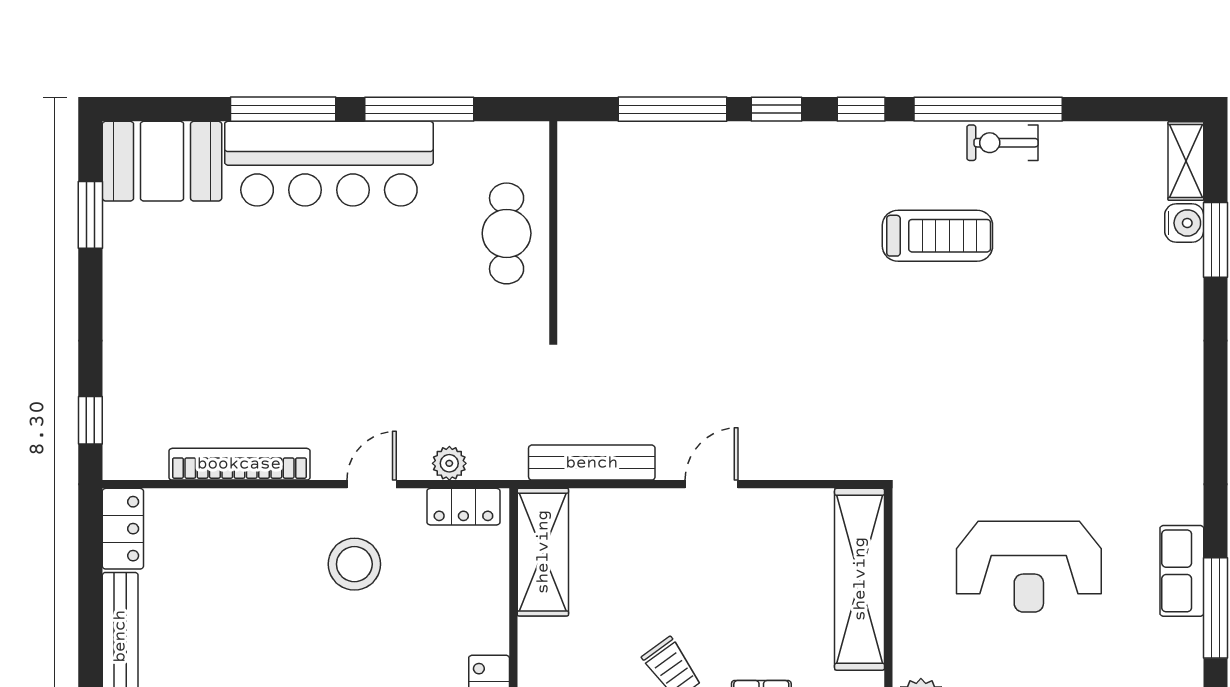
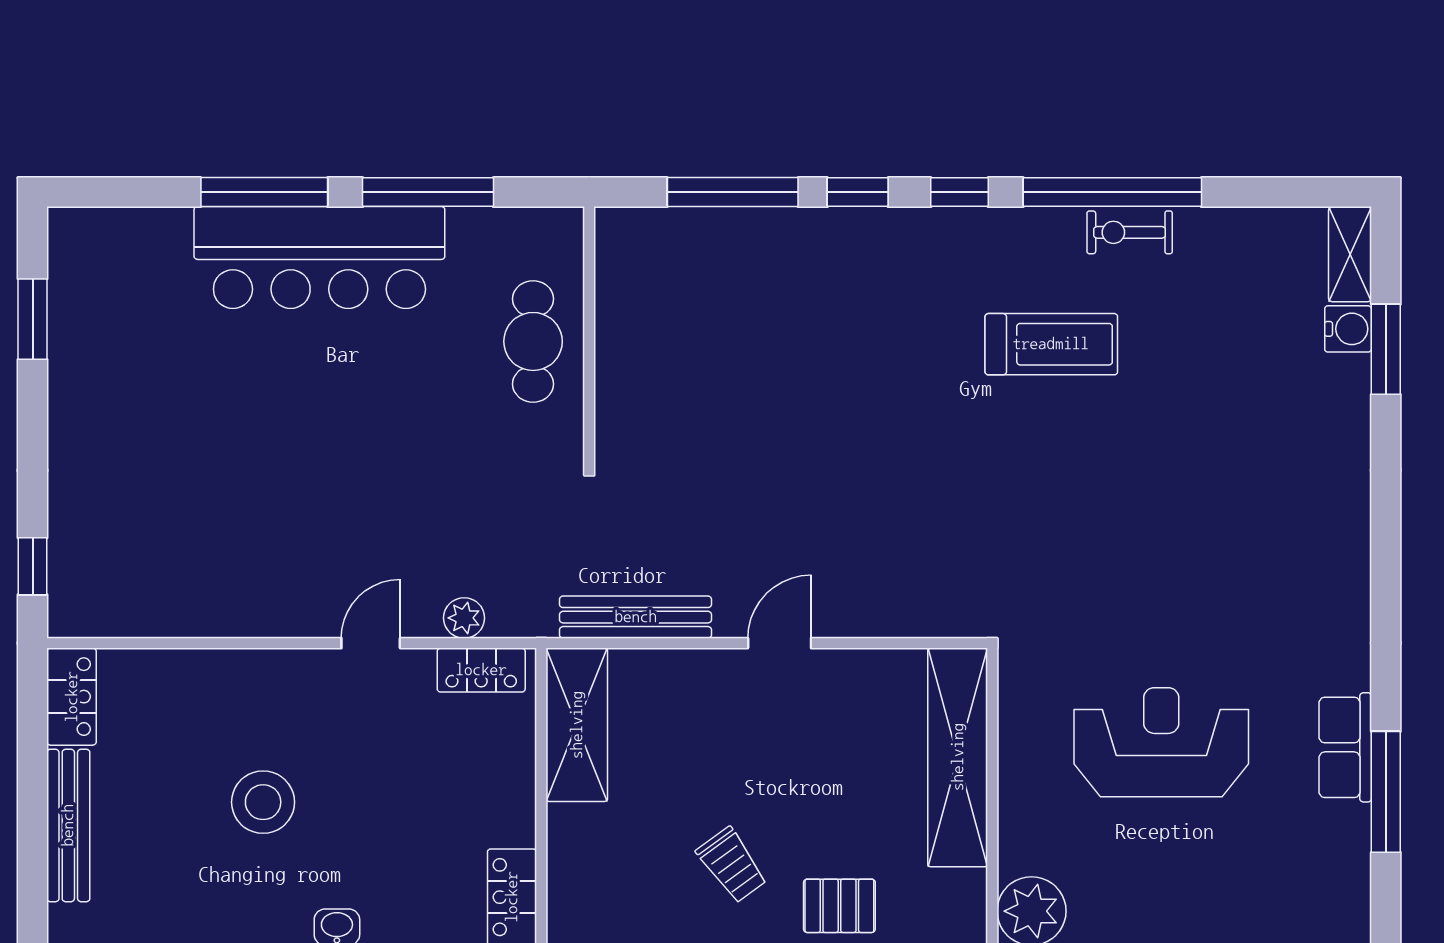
booth: (162, 161) -> (119, 255), removed
bookcase: (239, 464) -> (212, 619), removed
stool: (354, 564) -> (263, 802), moved
reception desk: (1029, 567) -> (1161, 742), turned 180

